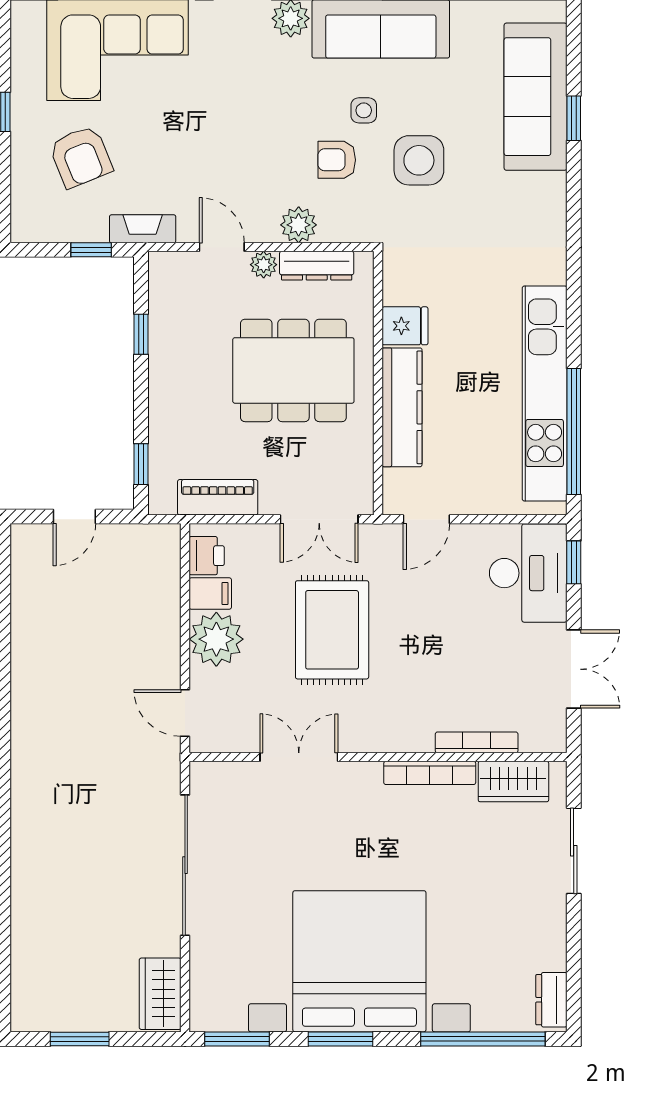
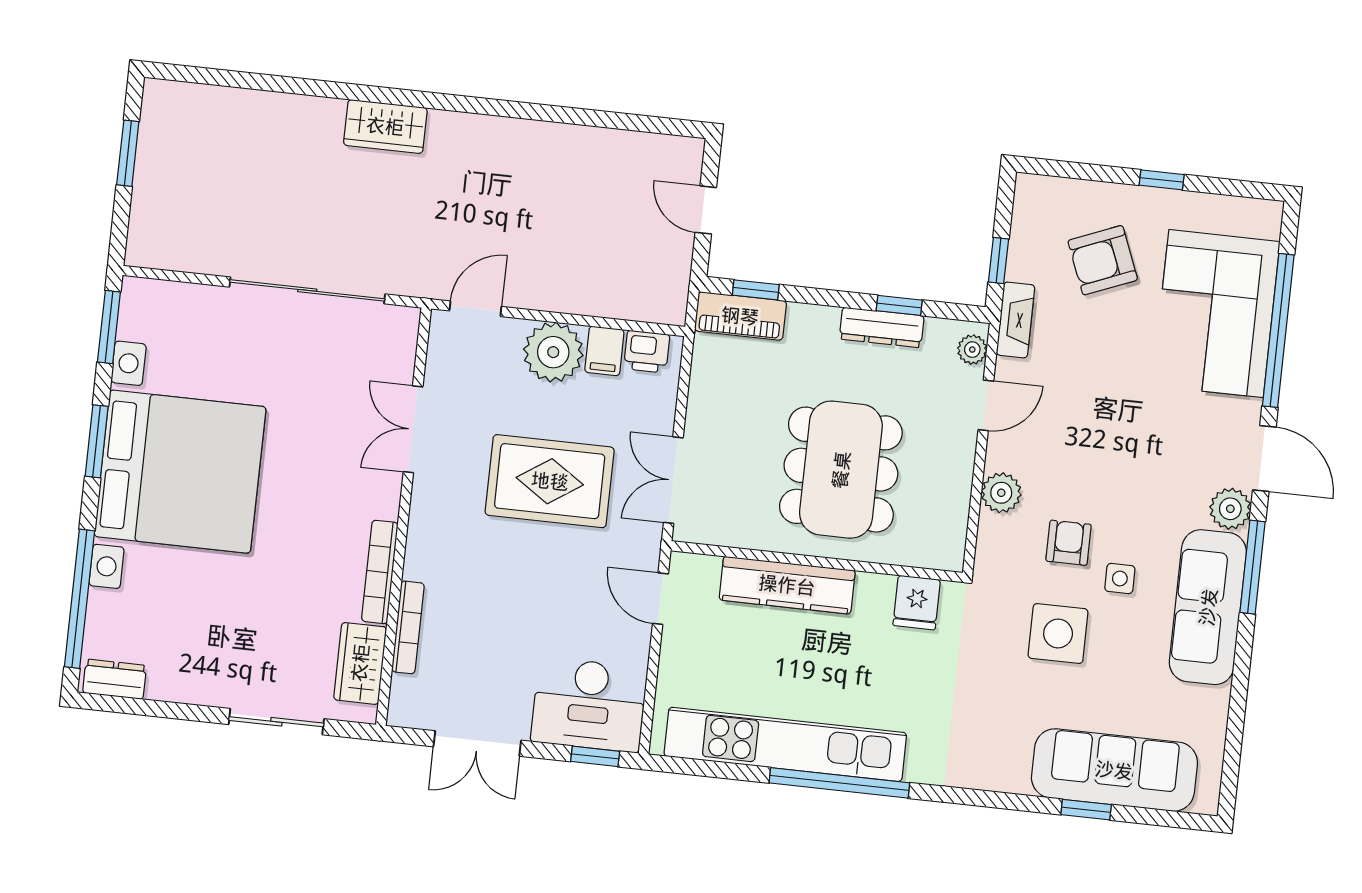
plant: (264, 265) -> (972, 350), moved
dresser: (317, 266) -> (882, 327), moved, turned -90
fridge: (405, 326) -> (917, 603), moved
window: (574, 432) -> (839, 783), moved
piano: (218, 497) -> (740, 316), moved, turned 90
double door: (299, 757) -> (413, 429), swing flipped
wardrobe: (160, 994) -> (385, 126), moved, turned 180

